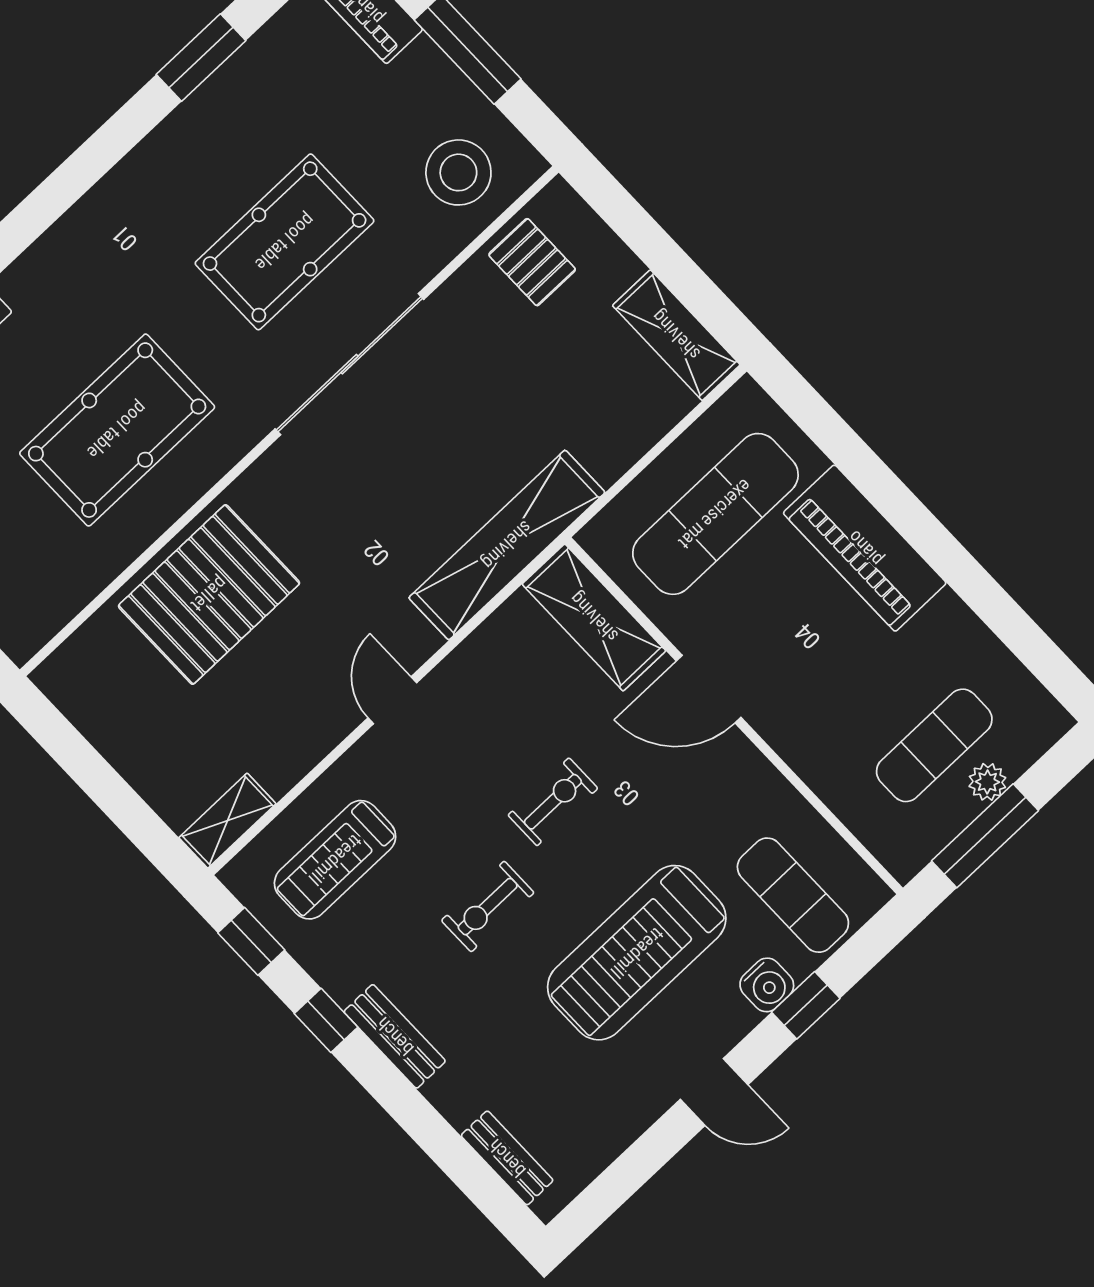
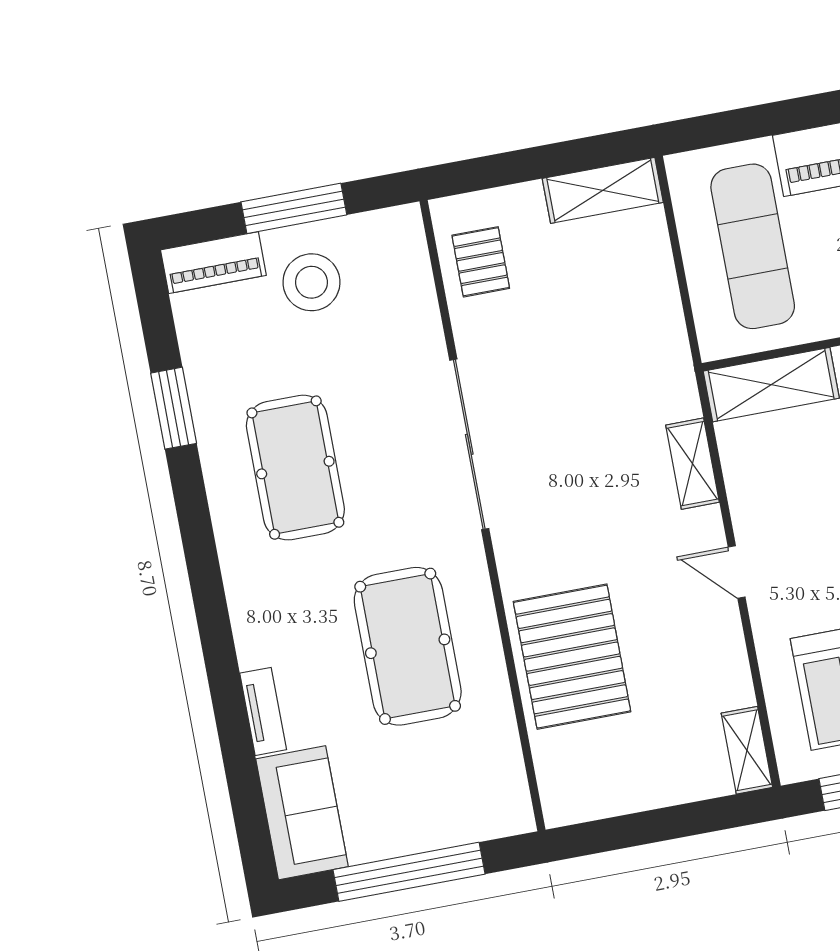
stool: (458, 172) -> (311, 282), moved
pool table: (285, 242) -> (295, 468), moved
pallet: (532, 262) -> (481, 262), turned 90
shelving: (507, 545) -> (693, 464), width x0.45, depth x0.75

